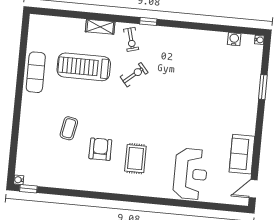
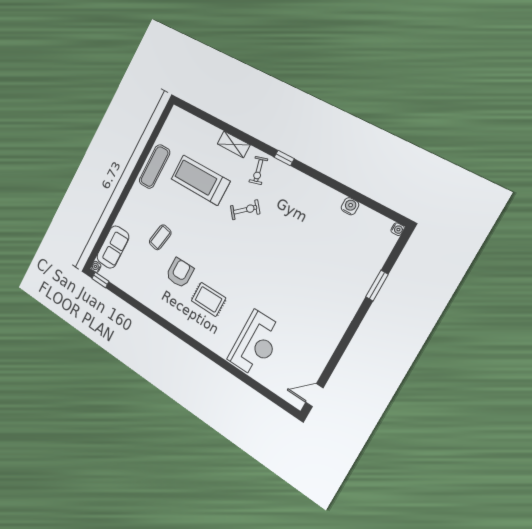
water cooler: (234, 39) -> (350, 206), moved
sofa: (242, 154) -> (113, 247), moved, turned 180
rug: (135, 159) -> (208, 299), turned 90

